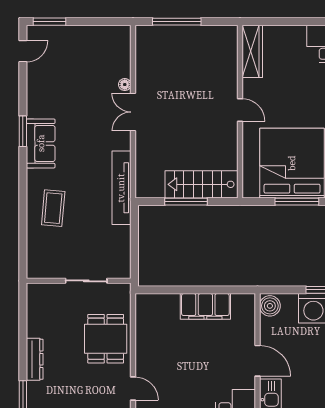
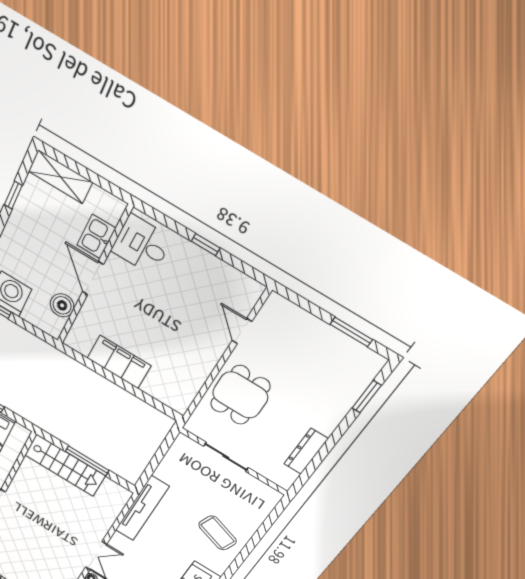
coffee table: (53, 208) -> (218, 533), turned -75
boiler: (270, 306) -> (62, 305), moved
dresser: (35, 359) -> (306, 451), moved

